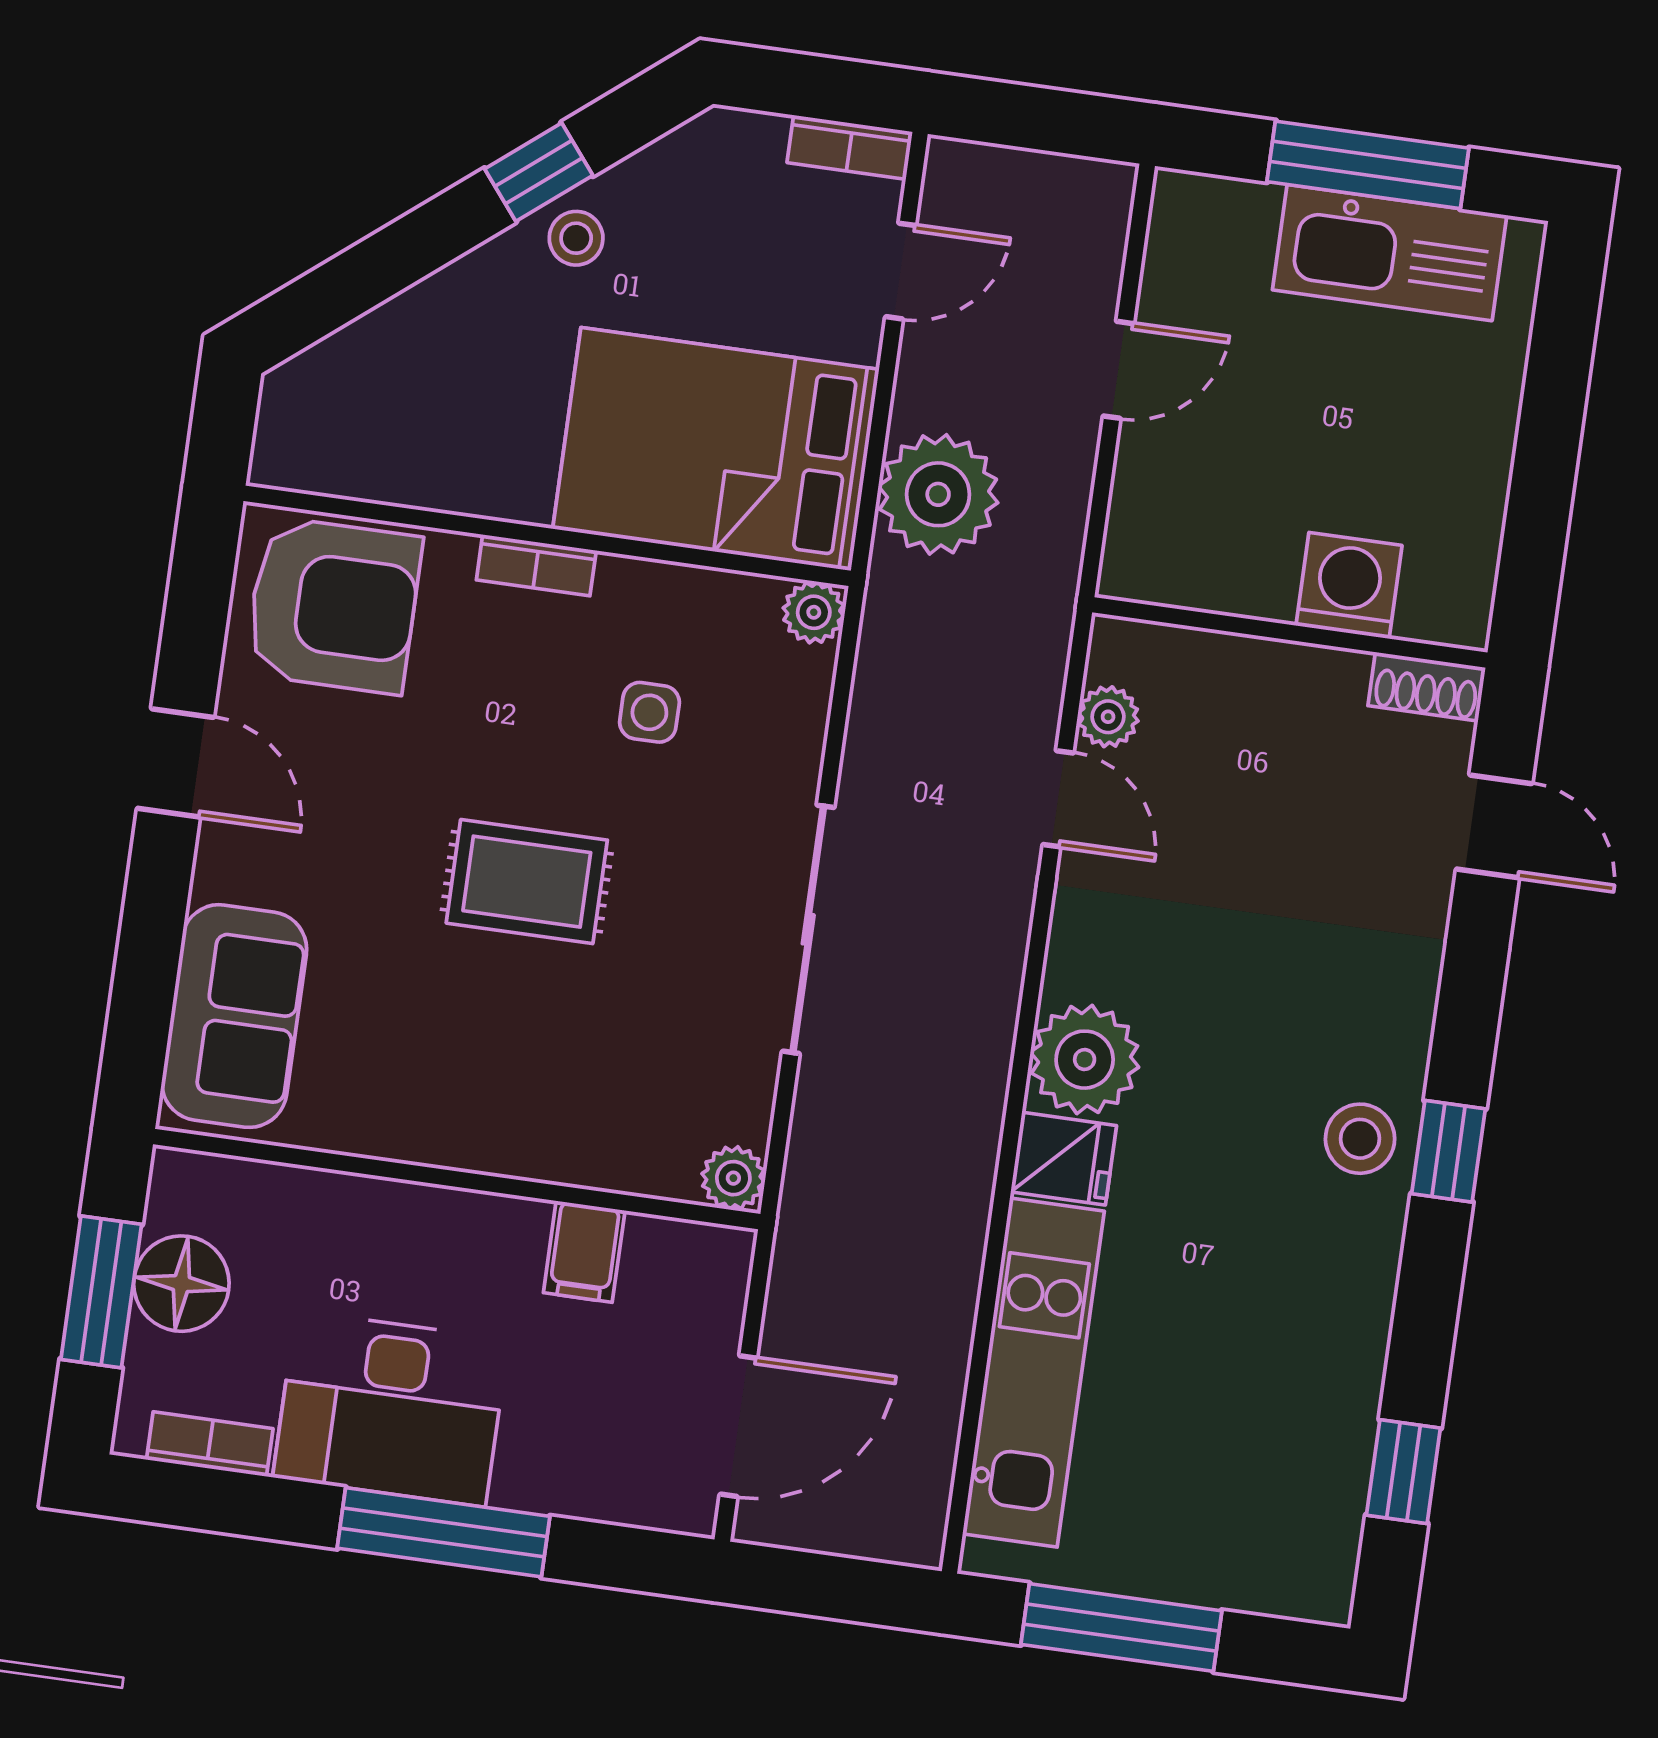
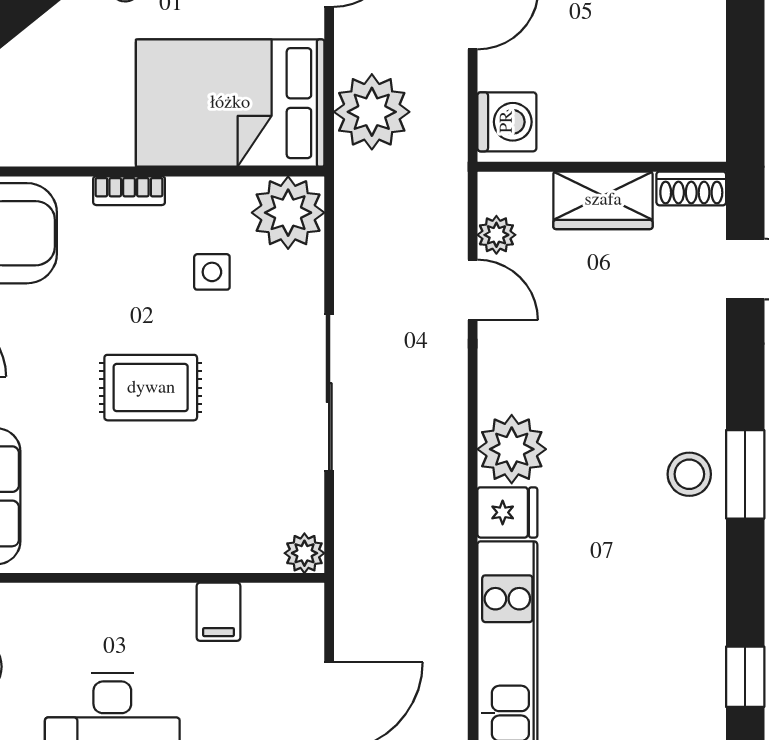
washing machine: (1349, 585) -> (507, 122), moved, turned 90
plant: (814, 612) -> (288, 213), width x1.88, depth x1.88
wardrobe: (1284, 686) -> (603, 200), added
window: (1449, 1151) -> (745, 474), width x1.50

